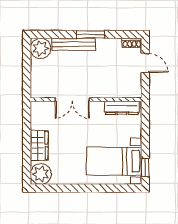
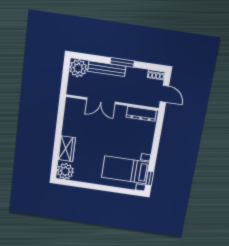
double door: (72, 100) -> (101, 101), moved
wall: (86, 100) -> (112, 103), moved
dresser: (122, 108) -> (141, 114), moved

